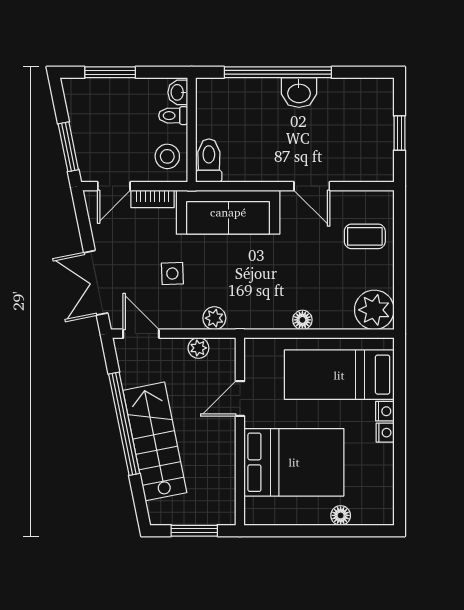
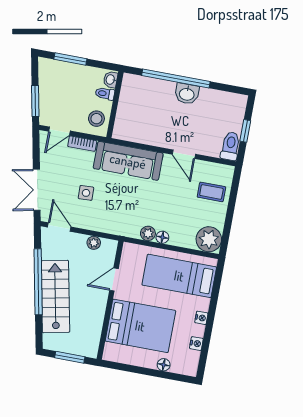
toilet: (209, 161) -> (230, 146), moved
plant: (214, 318) -> (148, 233), moved
nightstand: (385, 411) -> (196, 344), moved

